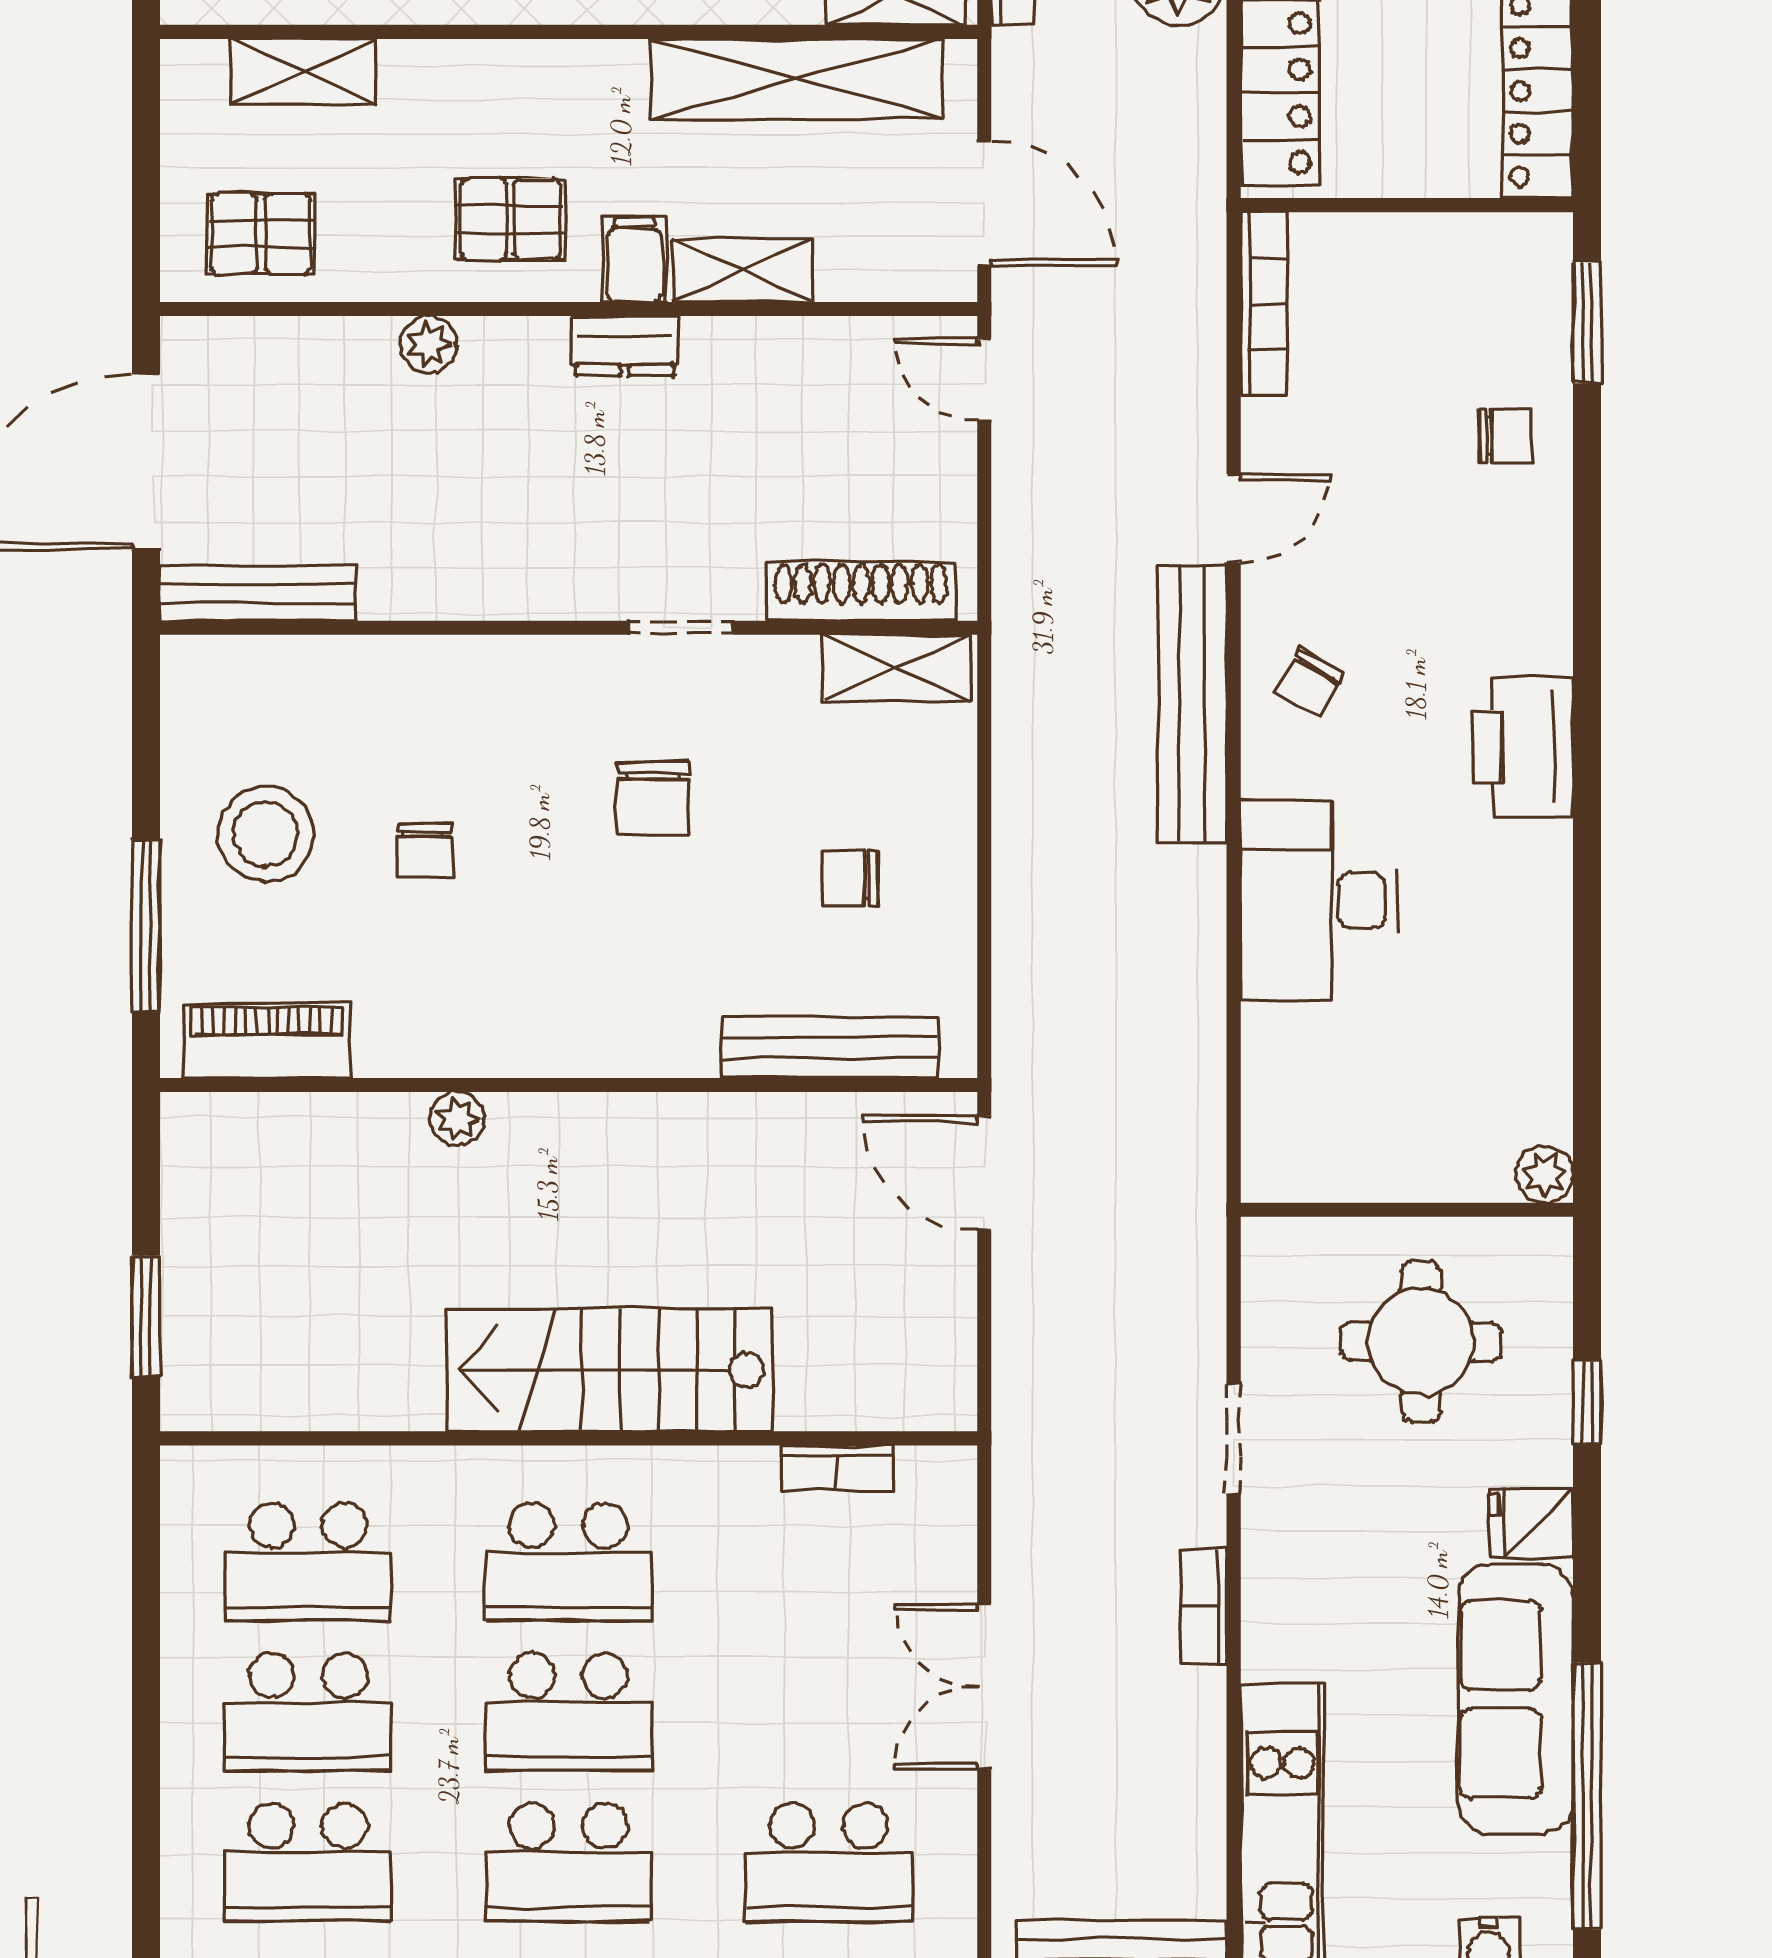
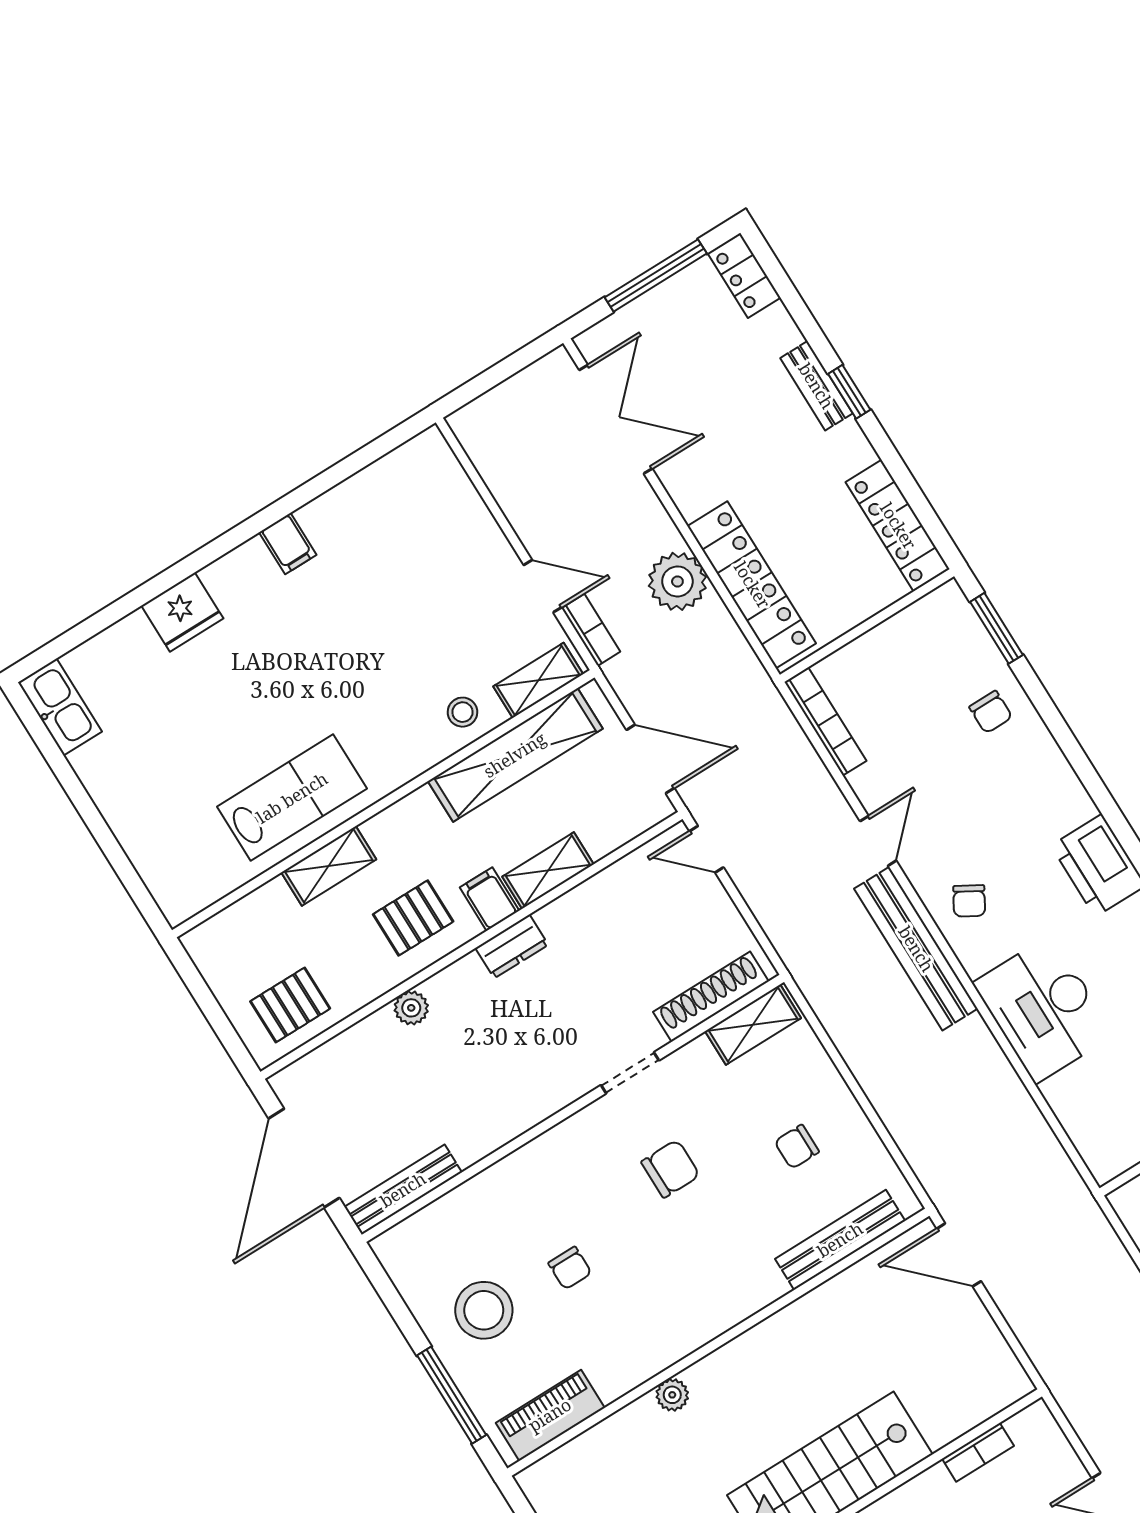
shelving: (304, 72) -> (329, 866), moved
chair: (1505, 436) -> (991, 712), turned 90
chair: (653, 798) -> (670, 1169), turned -90

